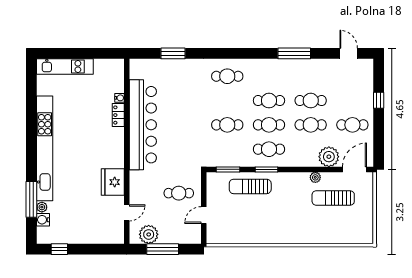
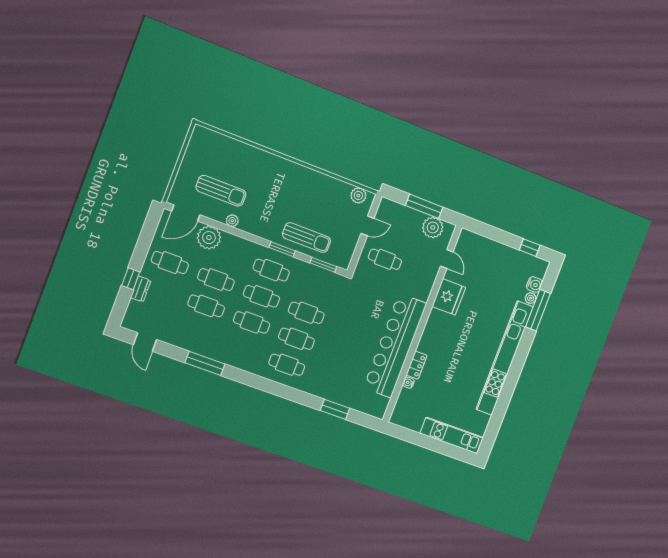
dresser: (368, 95) -> (141, 289), added
cafe table: (227, 101) -> (296, 339), added
door: (127, 213) -> (447, 259), swing flipped
plant: (221, 237) -> (358, 195), added

